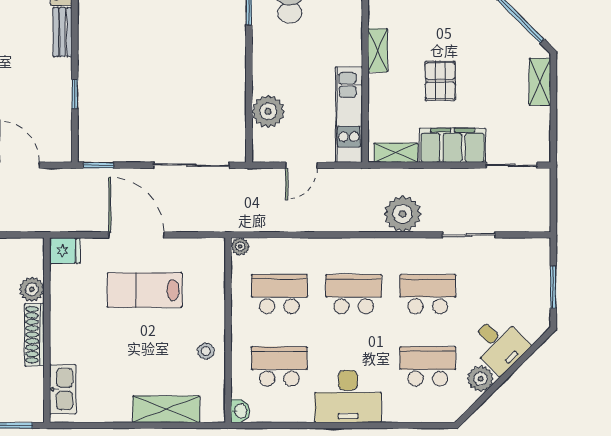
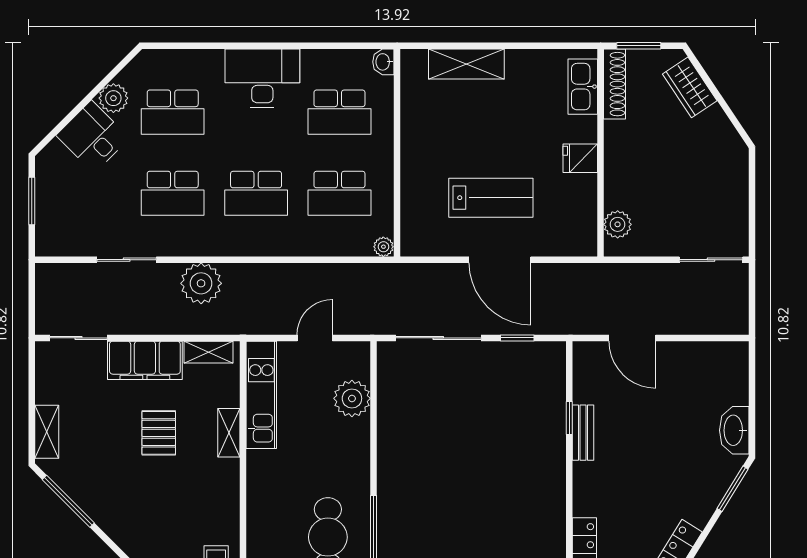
bench: (63, 32) -> (583, 433), moved
shelving: (378, 50) -> (229, 433), moved
window: (99, 165) -> (517, 338), moved
fridge: (65, 251) -> (580, 158), moved
plant: (32, 289) -> (618, 224), moved
shoe rack: (34, 335) -> (615, 84), moved
stool: (206, 351) -> (422, 129), removed

